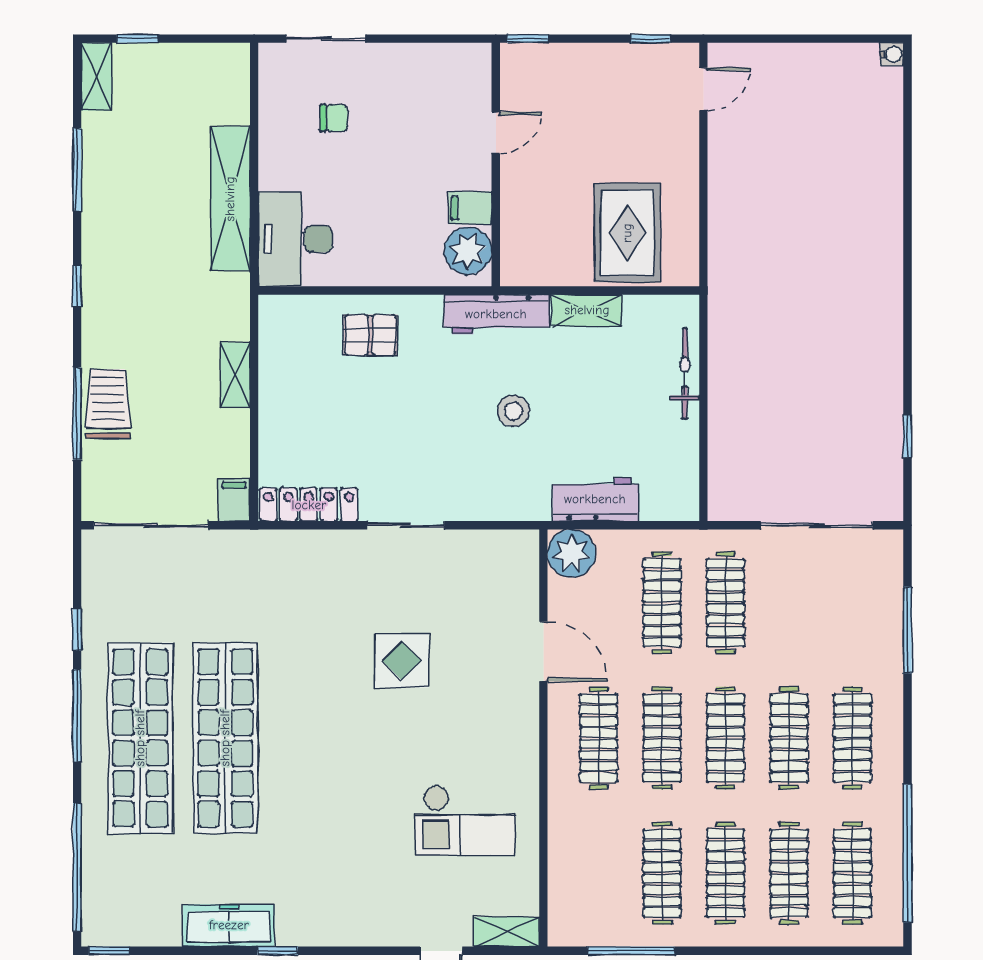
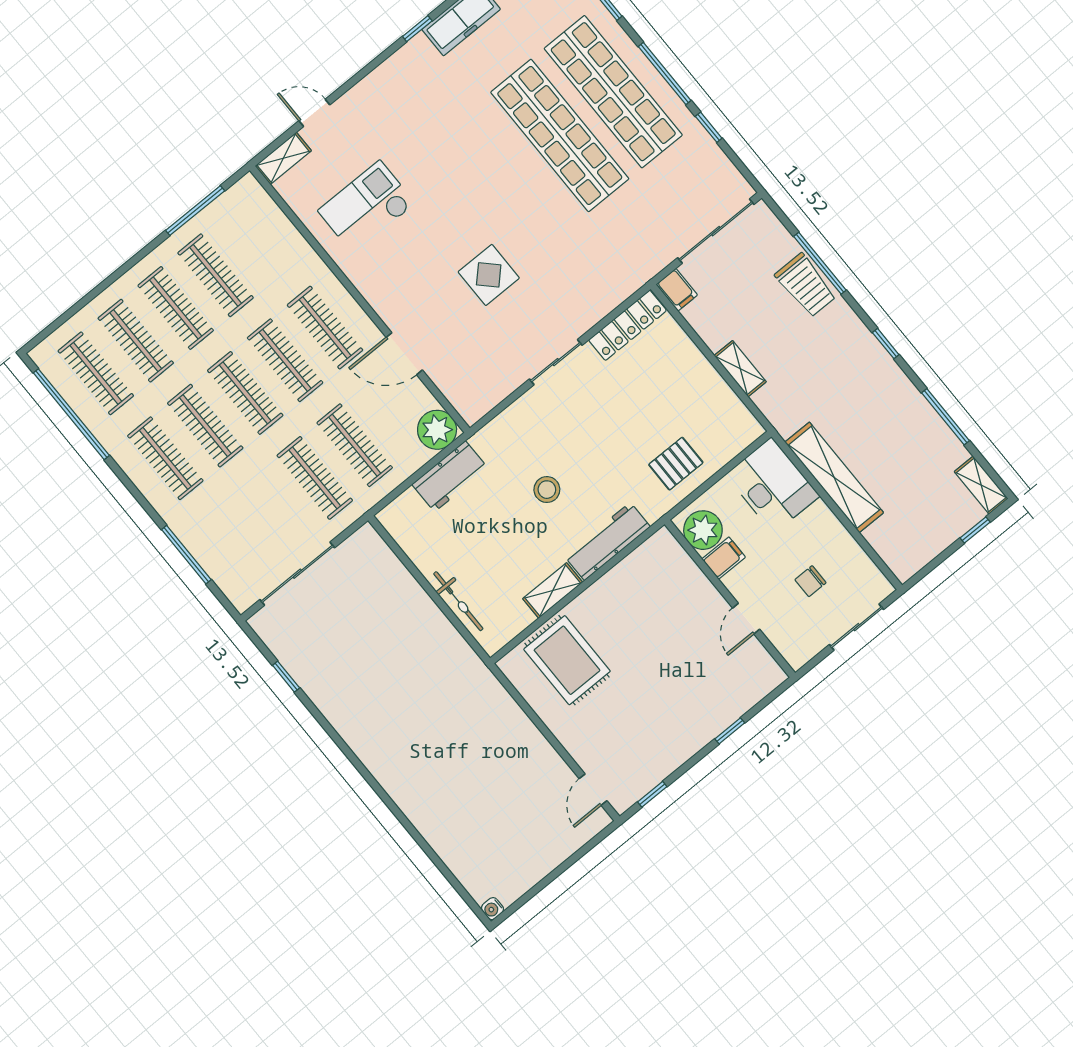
door: (496, 133) -> (746, 619), moved
wall: (496, 165) -> (730, 599), moved
filing cabinet: (470, 208) -> (724, 558), moved
plant: (468, 251) -> (703, 530), moved

